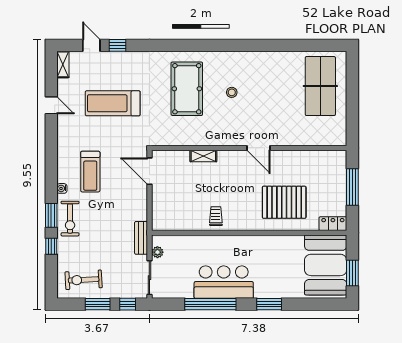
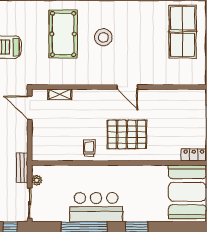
stool: (232, 92) -> (103, 37), width x1.89, depth x1.89
shelving: (203, 156) -> (60, 94), moved
pallet: (284, 202) -> (127, 134), moved

